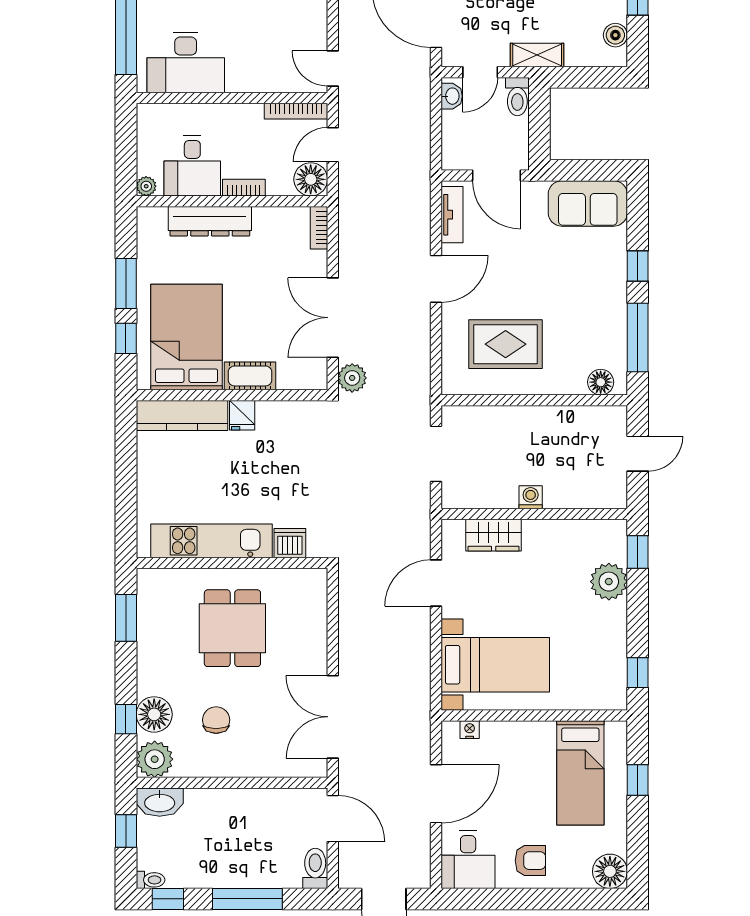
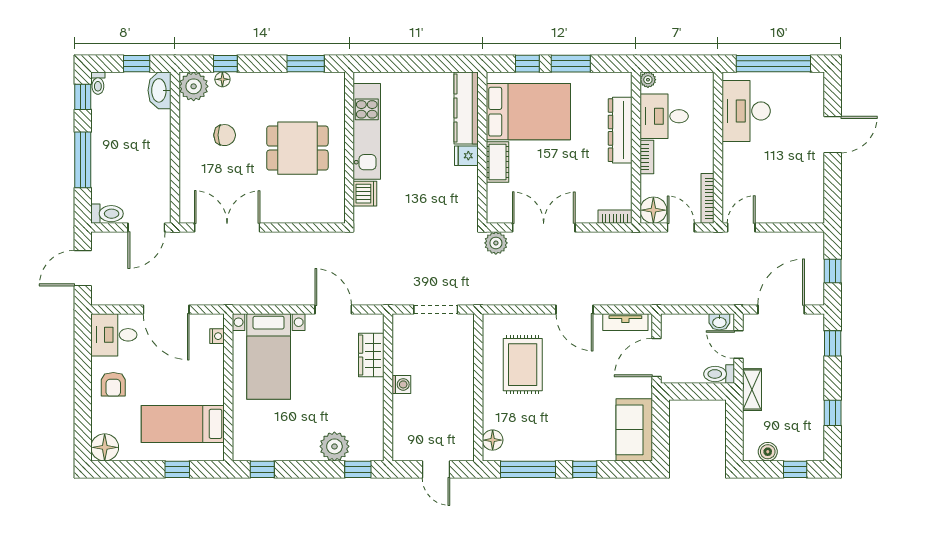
floor lamp: (154, 714) -> (222, 79), width x0.53, depth x0.53

